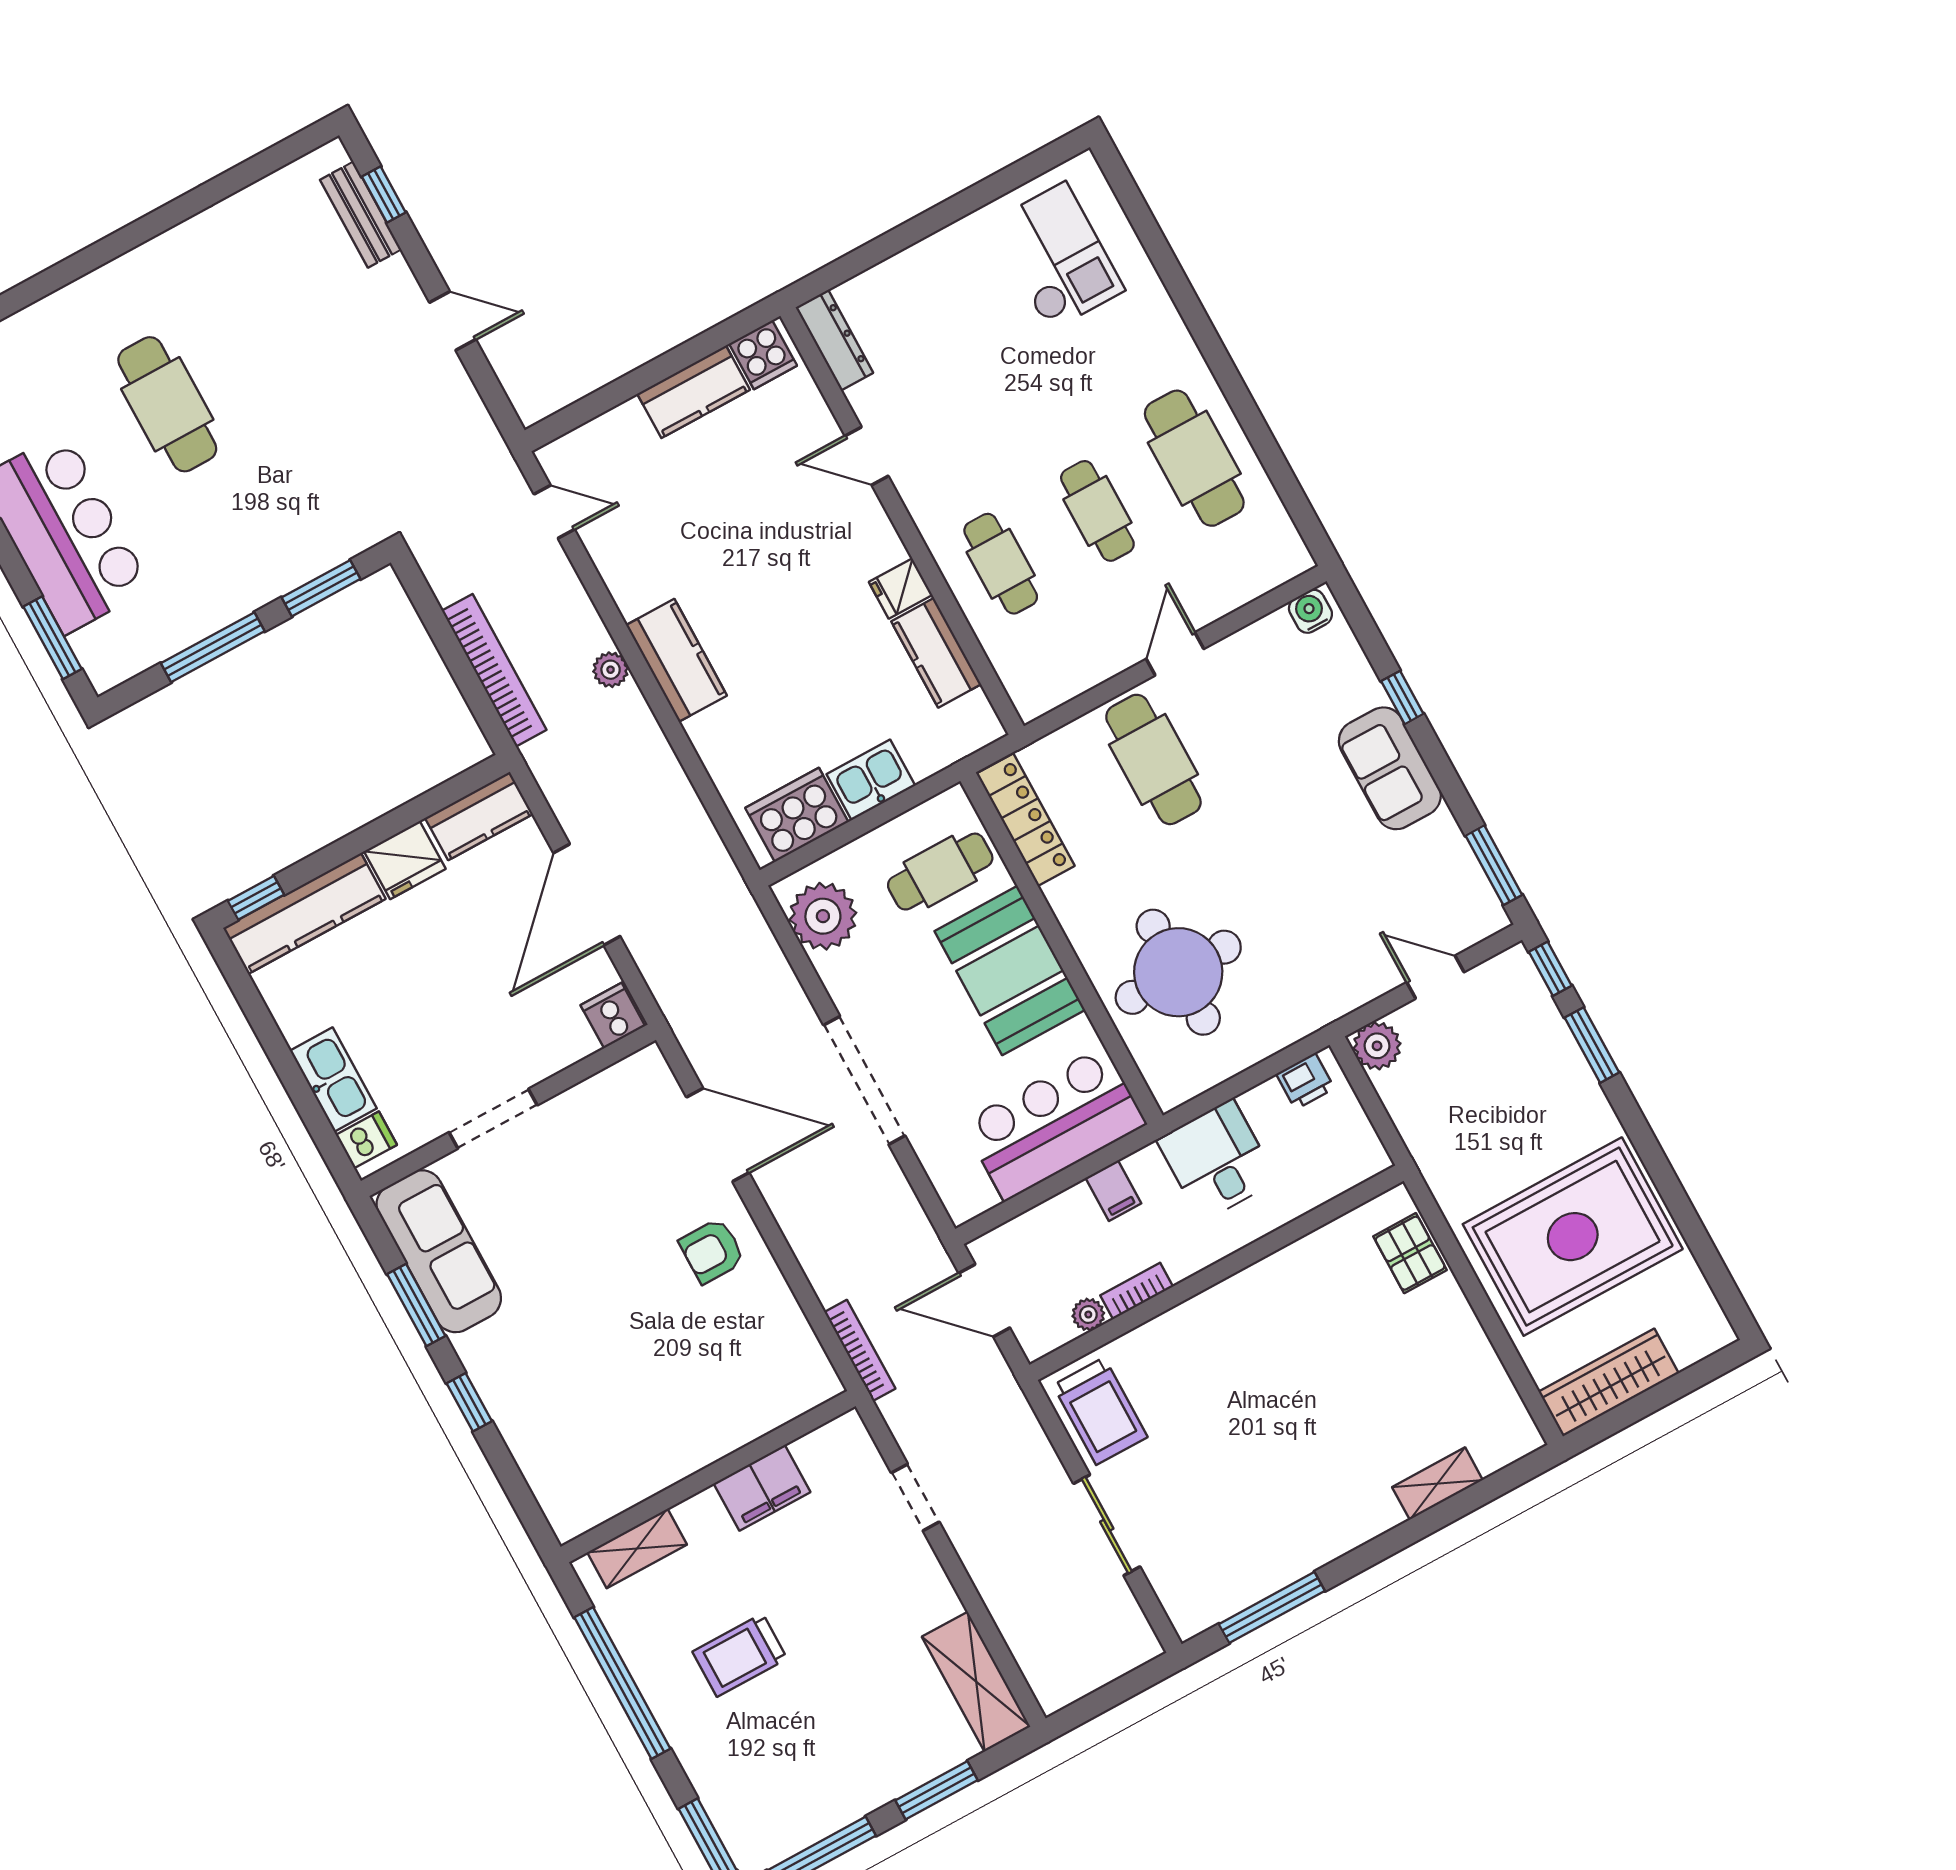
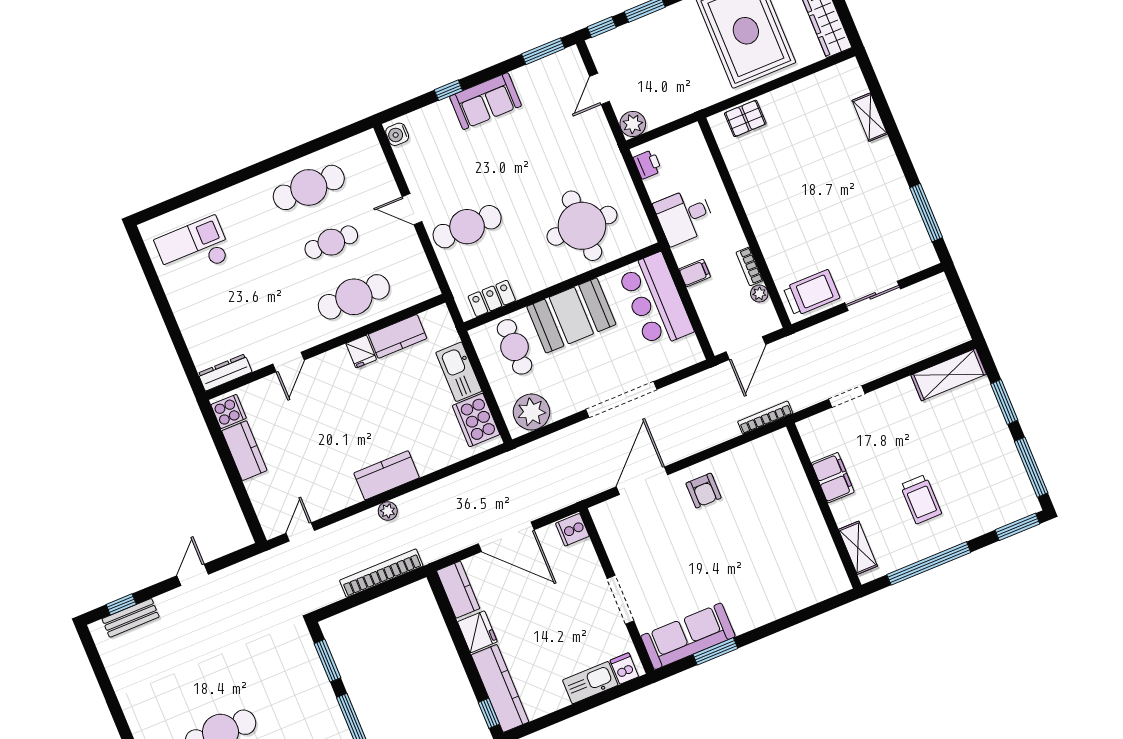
cafe table: (1001, 564) -> (354, 297), width x1.37, depth x1.35
kitchen sink: (871, 780) -> (459, 372), width x1.38
locker: (1026, 820) -> (492, 298), width x0.66
window: (469, 1402) -> (770, 629), removed

